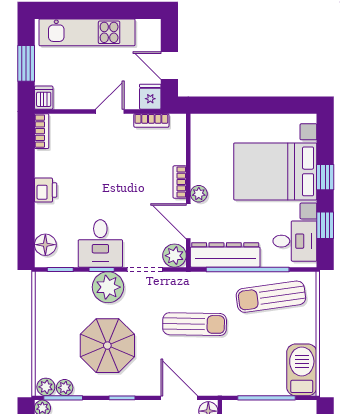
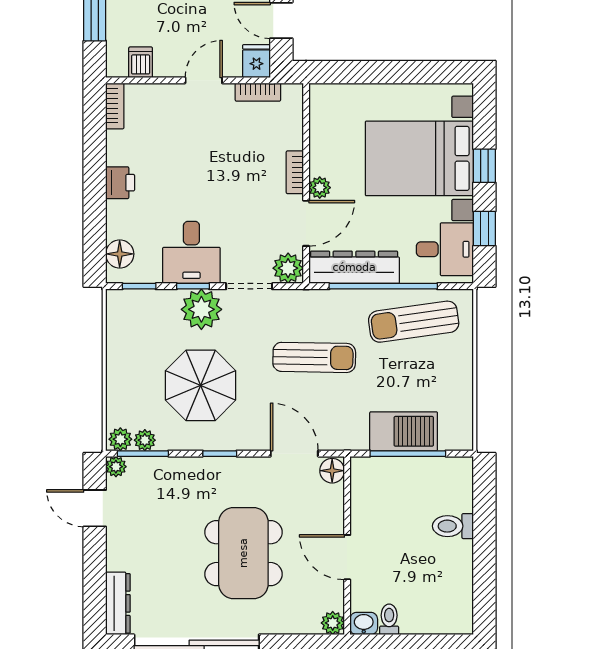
dishwasher: (44, 98) -> (141, 62), moved
door: (188, 221) -> (306, 223), swing flipped
barbecue: (302, 370) -> (404, 431), moved, turned 90

